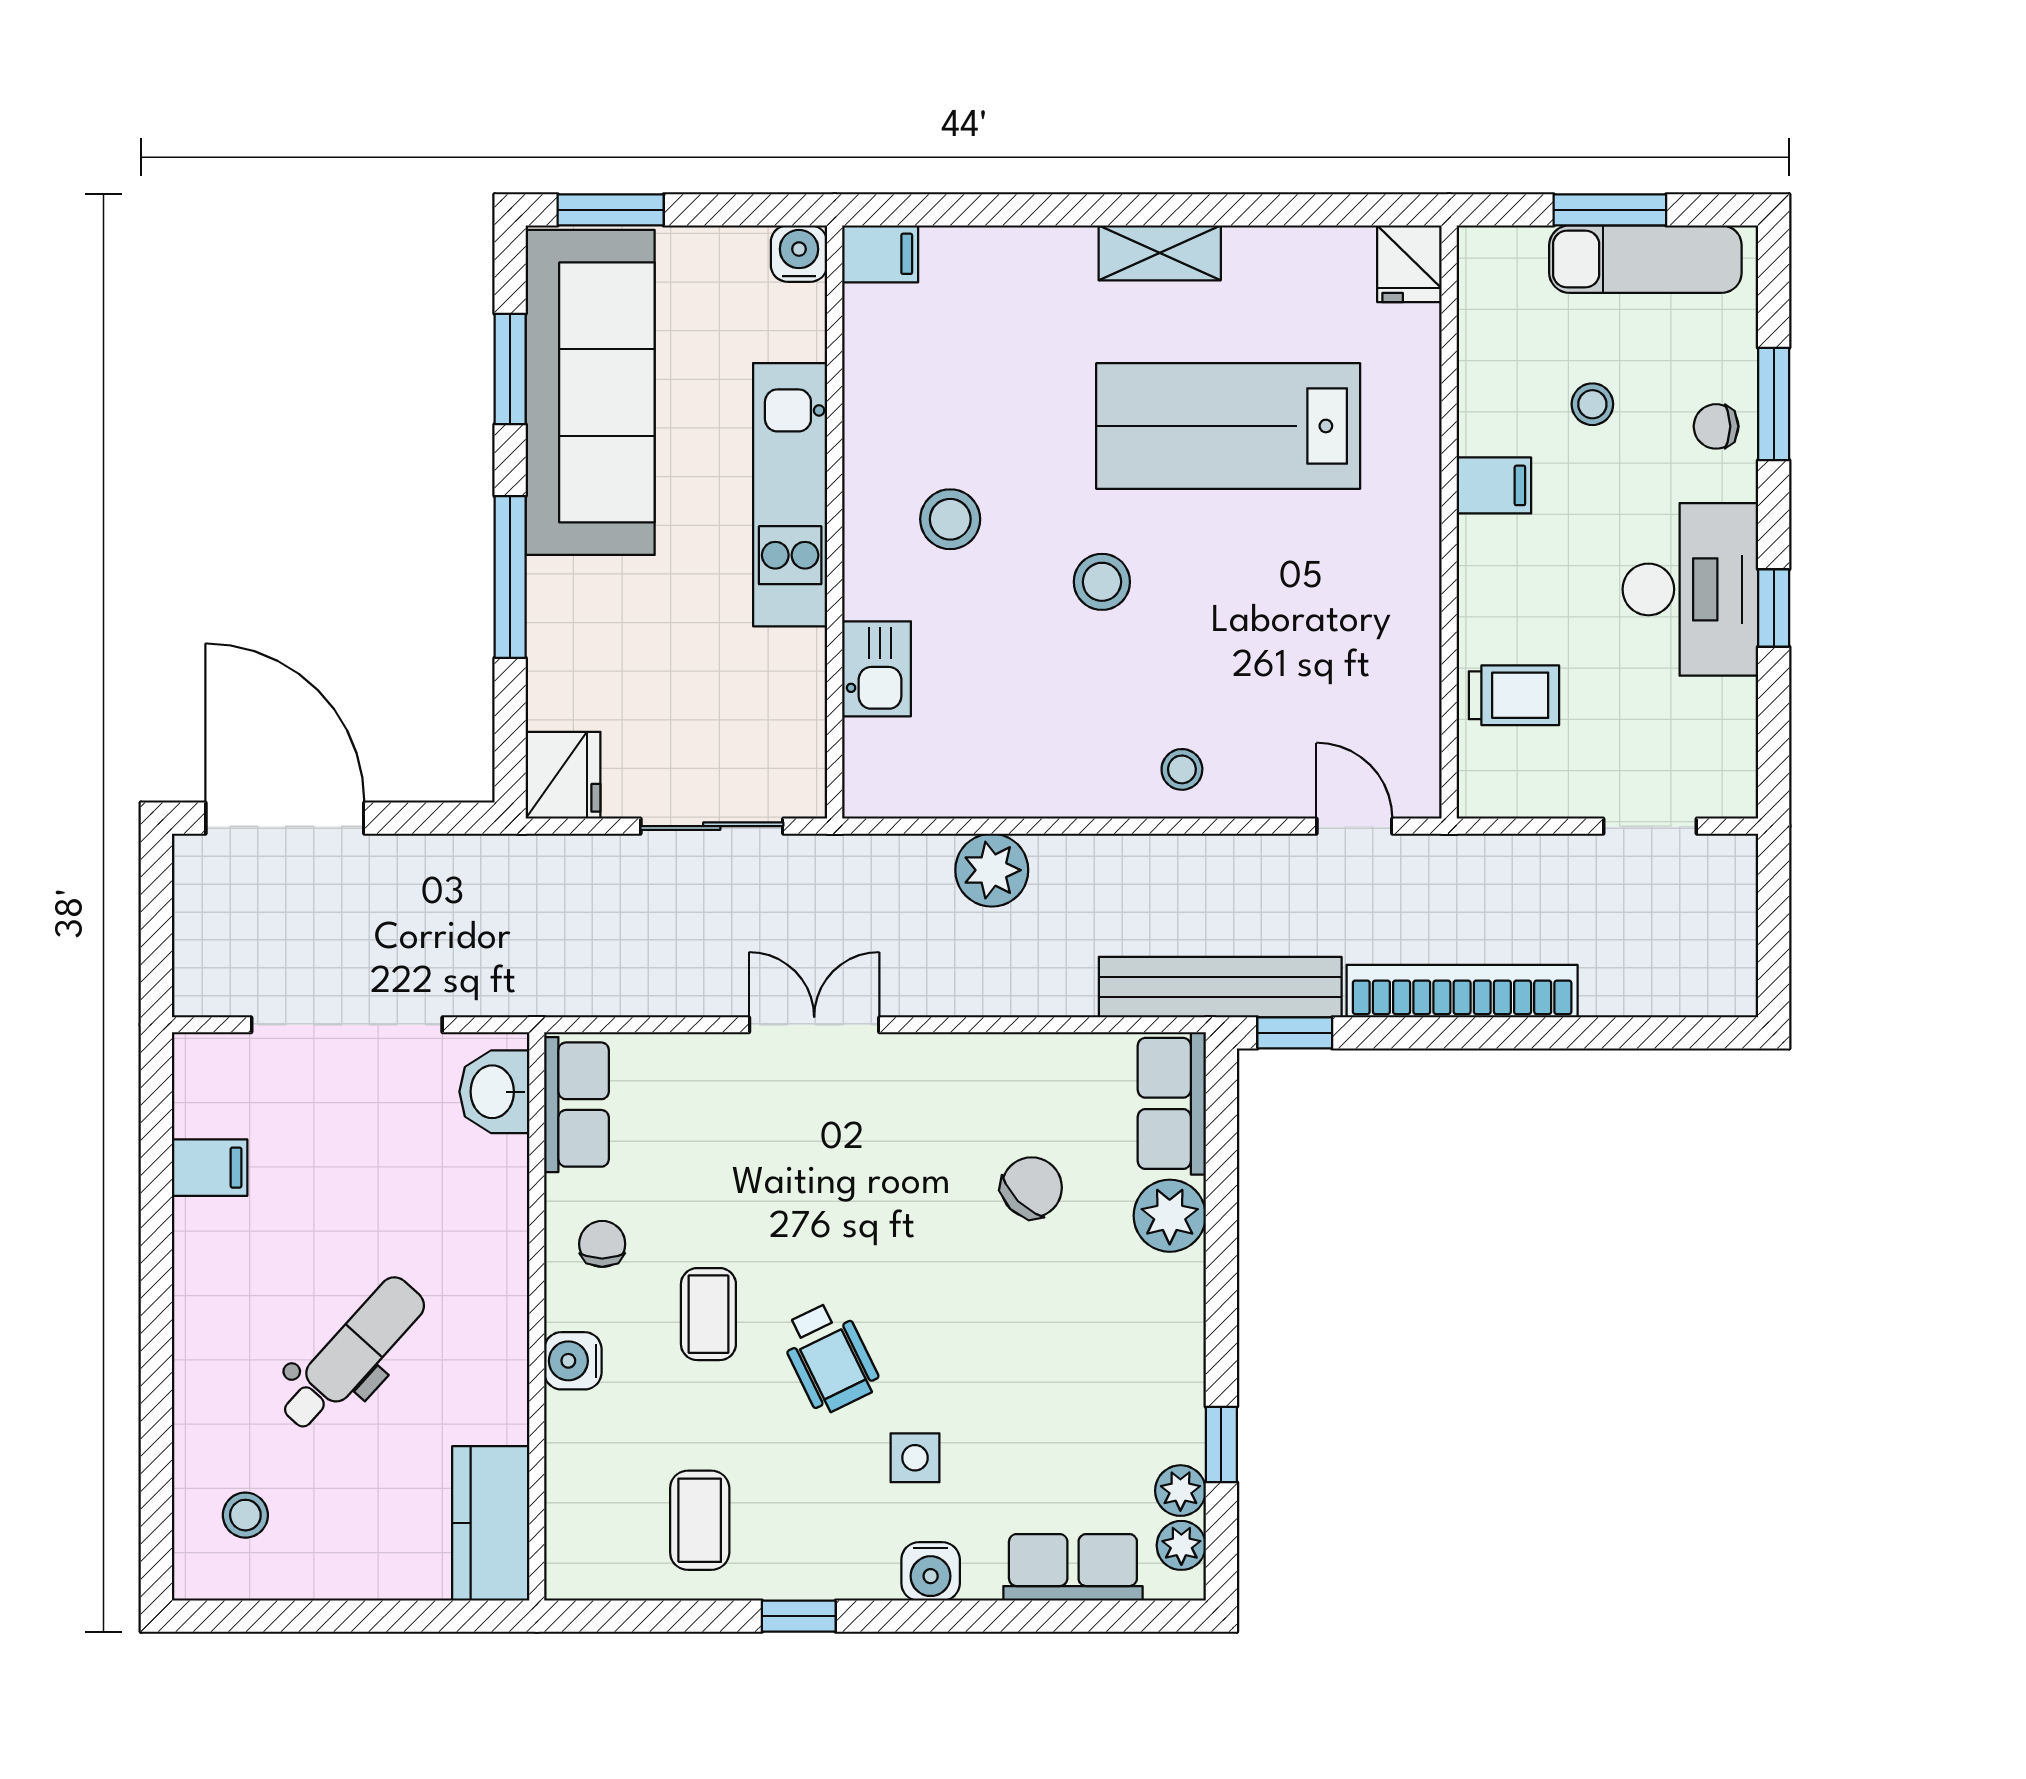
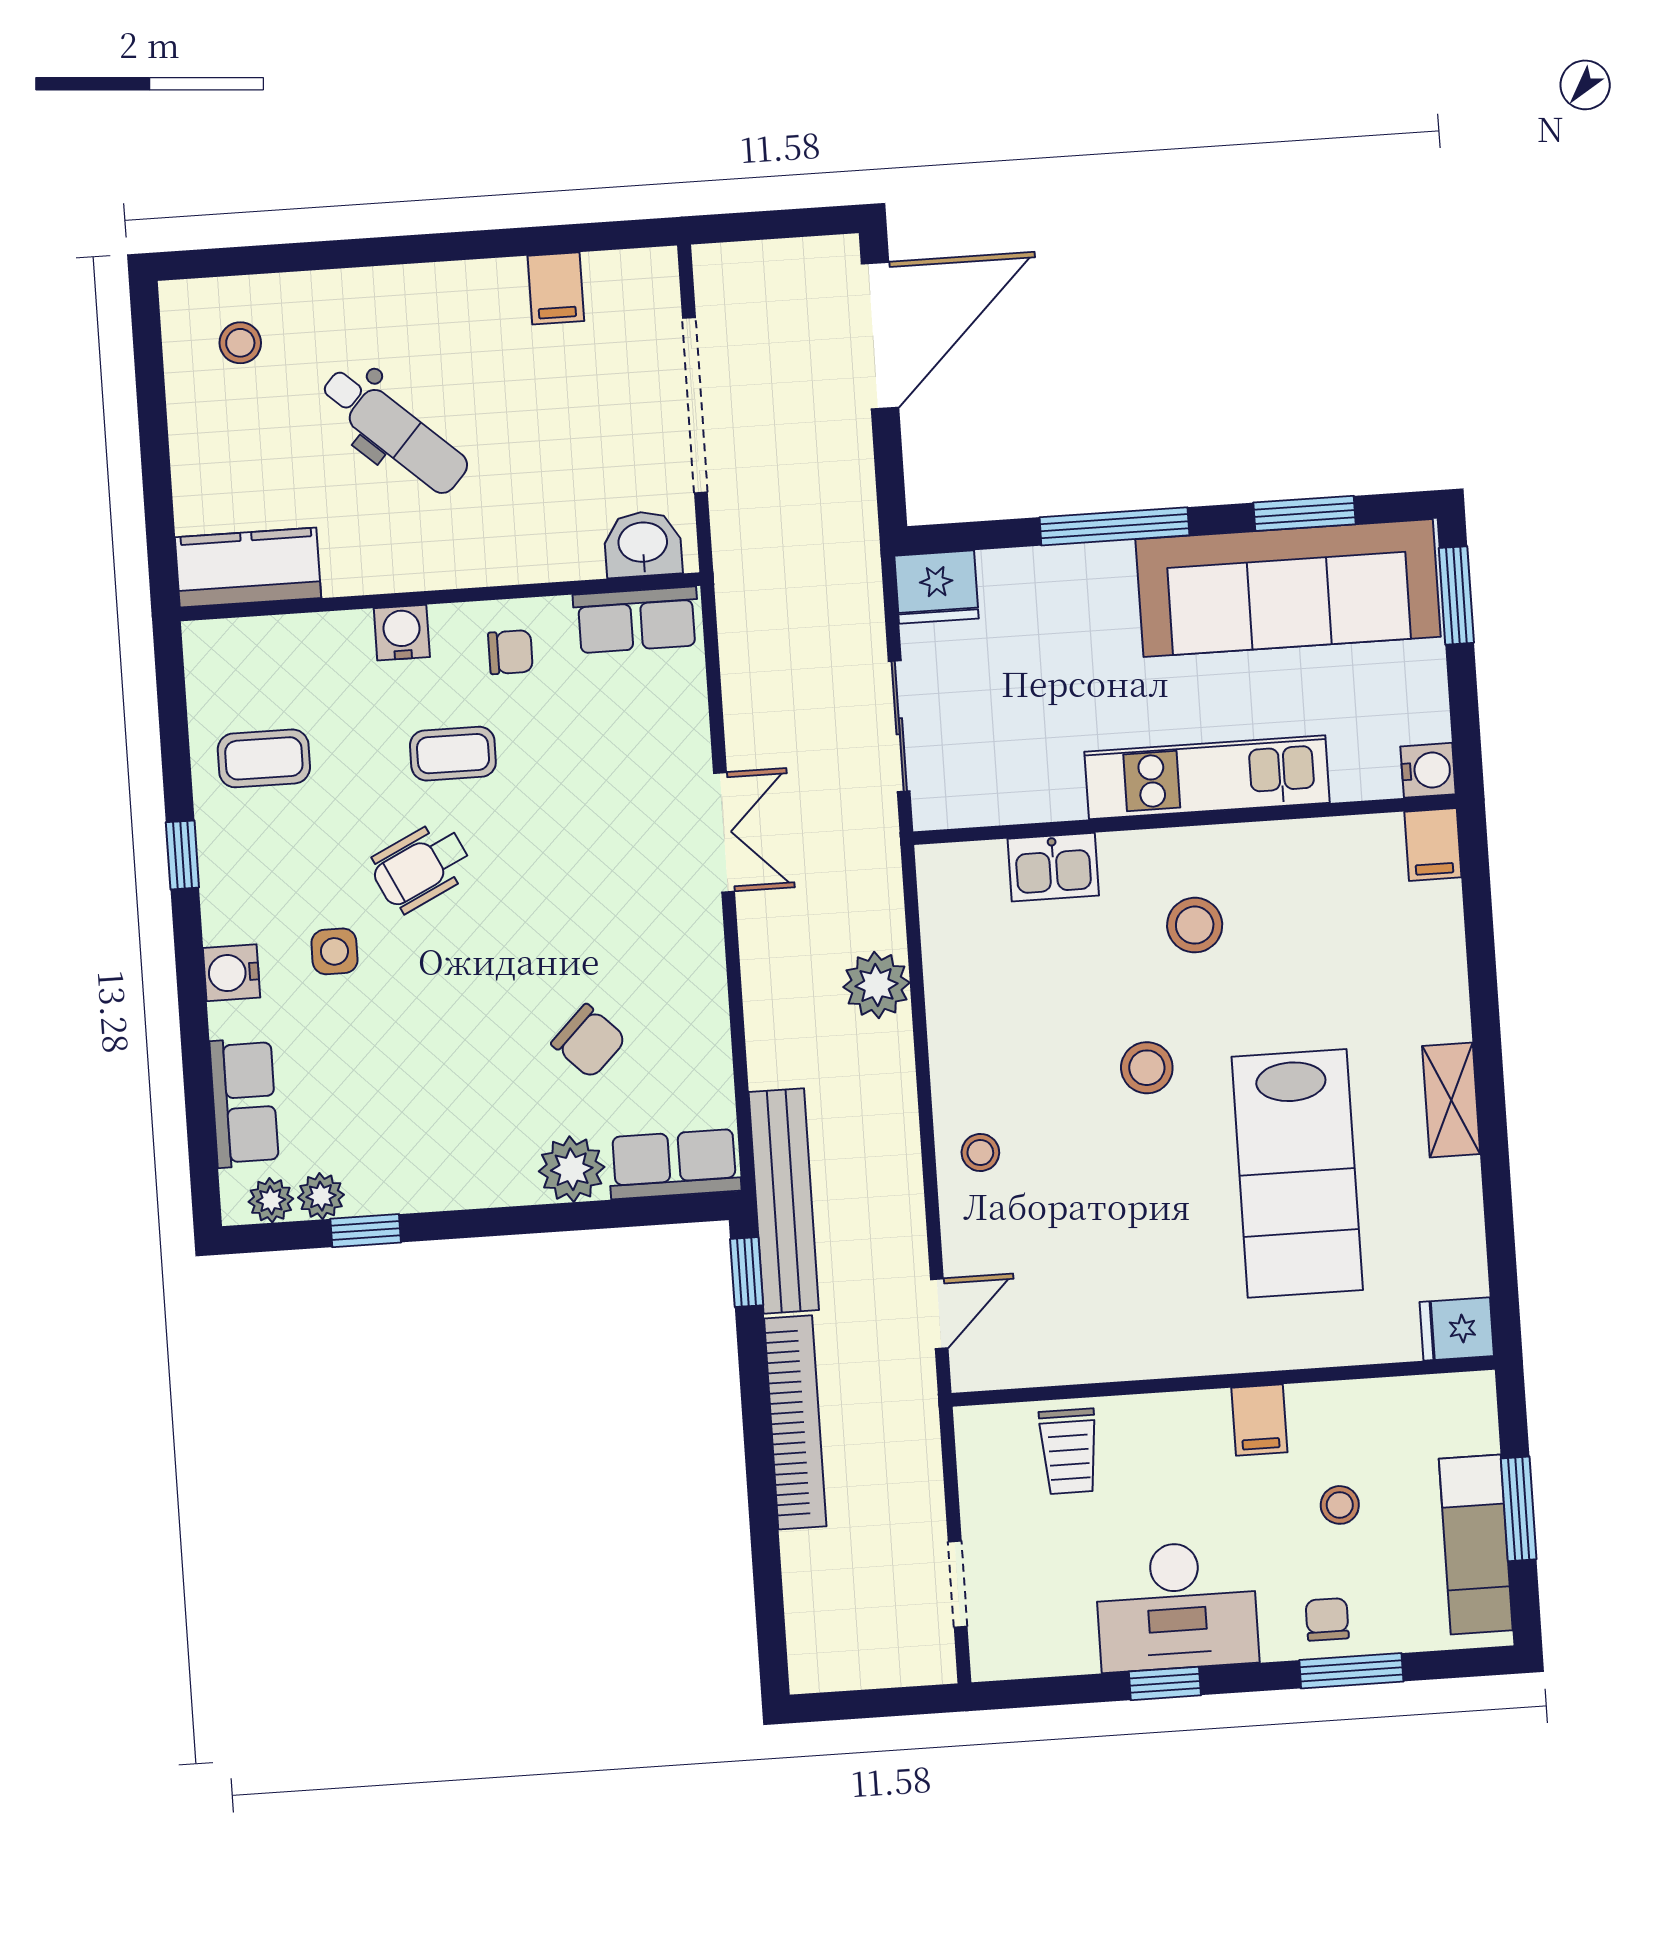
lab bench: (1228, 426) -> (1297, 1173), turned 180

